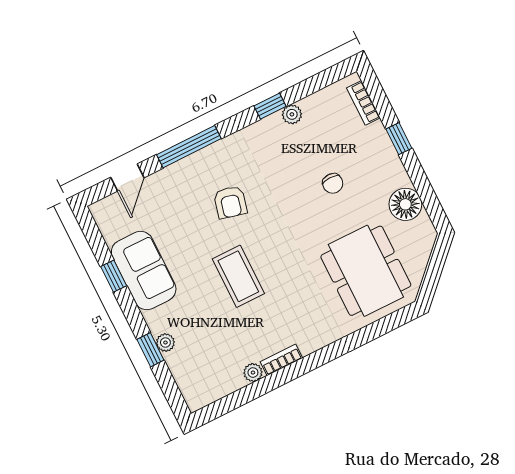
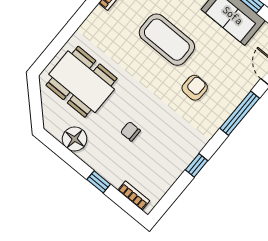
plant: (292, 114) -> (179, 166), removed
armchair: (230, 202) -> (195, 88), turned 78
coffee table: (238, 276) -> (167, 40), width x1.36, depth x1.32

